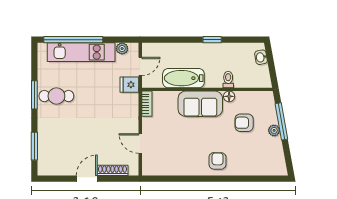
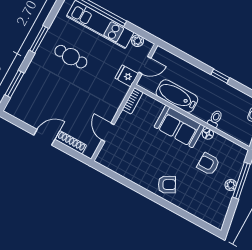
cafe table: (56, 96) -> (71, 57), moved
armchair: (218, 161) -> (167, 185), turned 61

